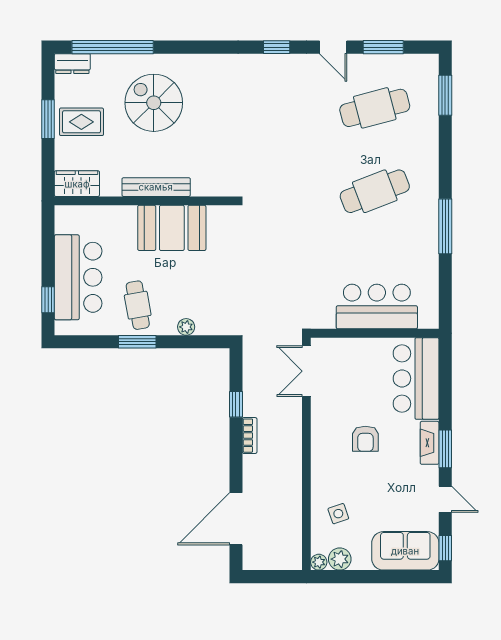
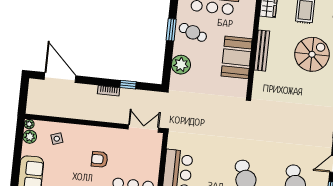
cafe table: (138, 305) -> (193, 32), turned 30
plant: (186, 327) -> (181, 65), width x1.88, depth x1.88

